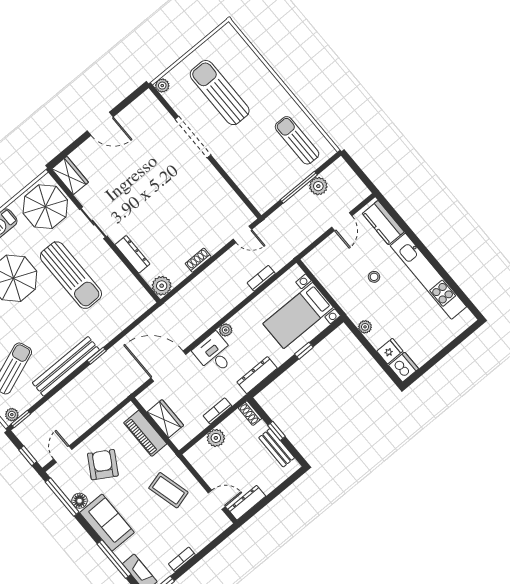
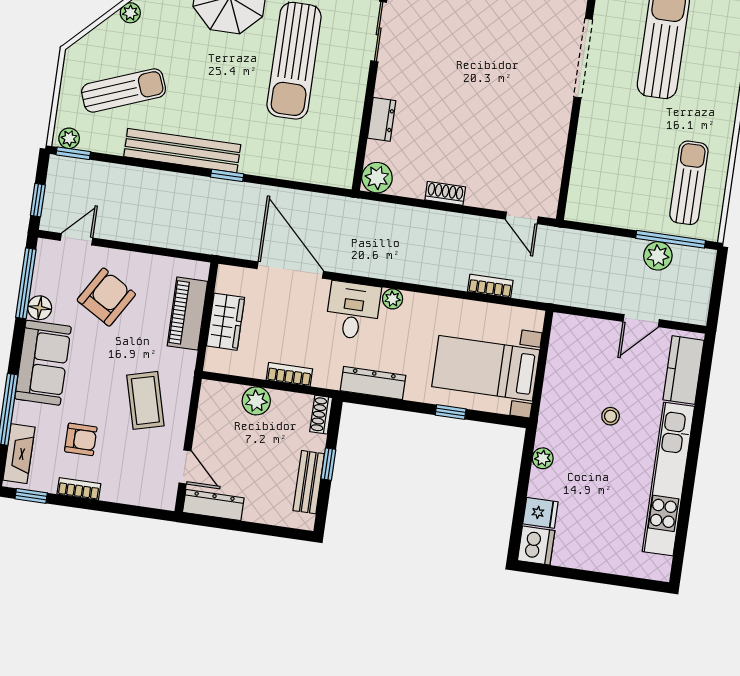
window: (299, 187) -> (671, 239), moved
dresser: (132, 254) -> (382, 119), width x0.70
armchair: (159, 537) -> (81, 439), added

